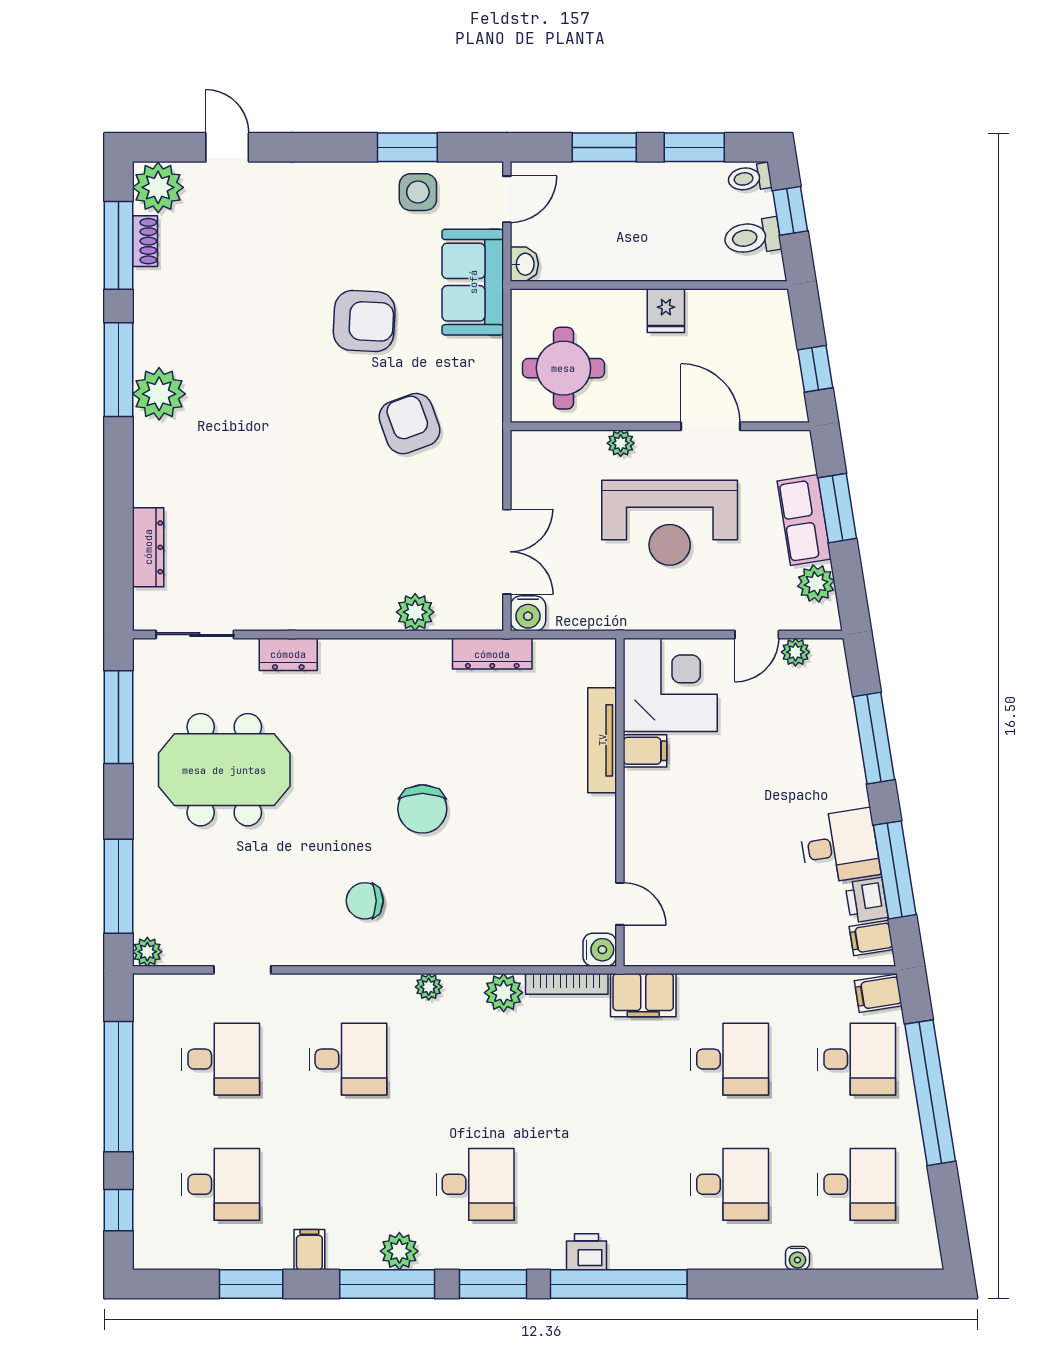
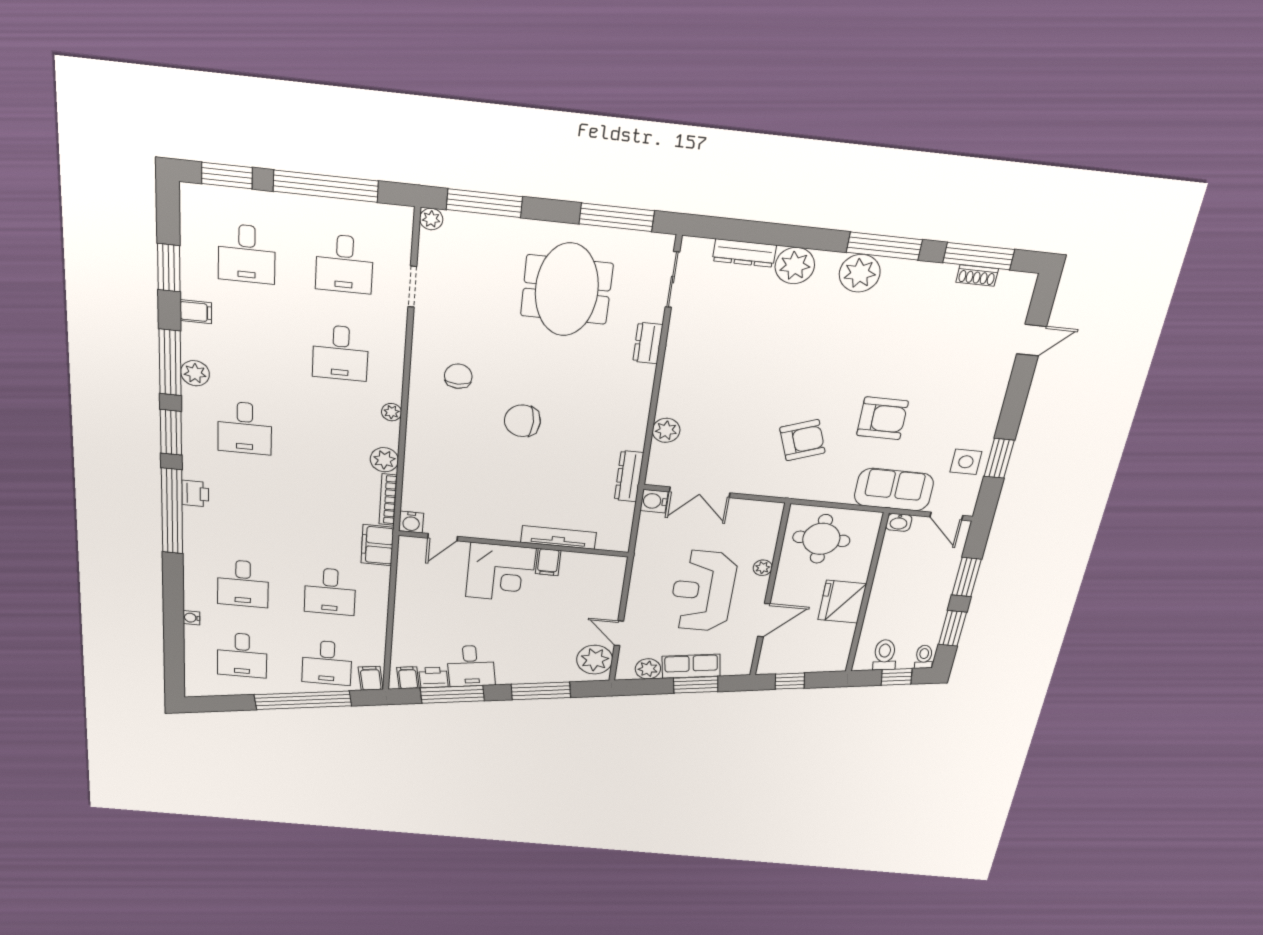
plant: (158, 187) -> (795, 266), moved
fridge: (666, 311) -> (842, 602), width x1.88, depth x1.34
armchair: (364, 321) -> (882, 418), turned -93
plant: (795, 652) -> (595, 660), width x1.88, depth x1.88
corner desk: (670, 685) -> (501, 573), moved
window: (119, 1210) -> (227, 176), width x1.50

